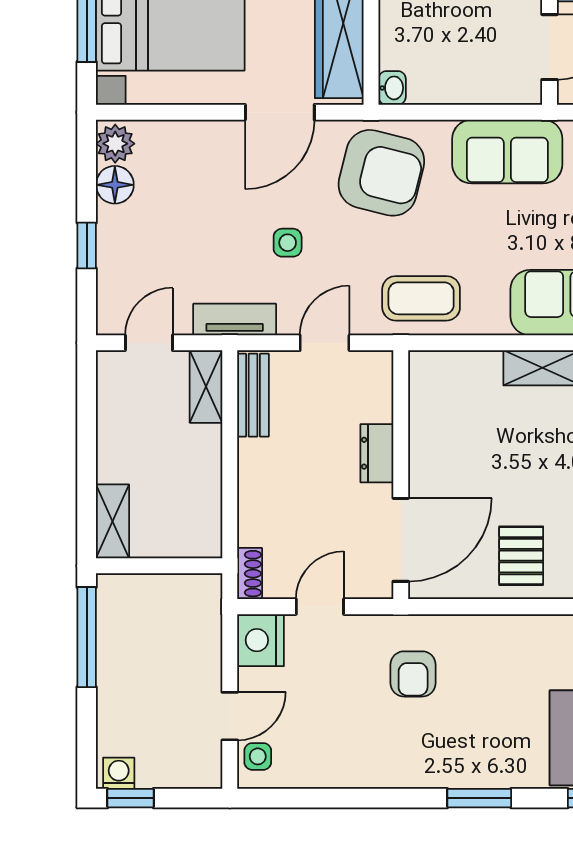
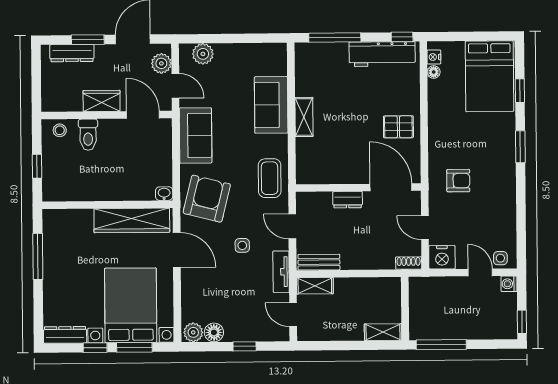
washing machine: (119, 773) -> (509, 284), moved

